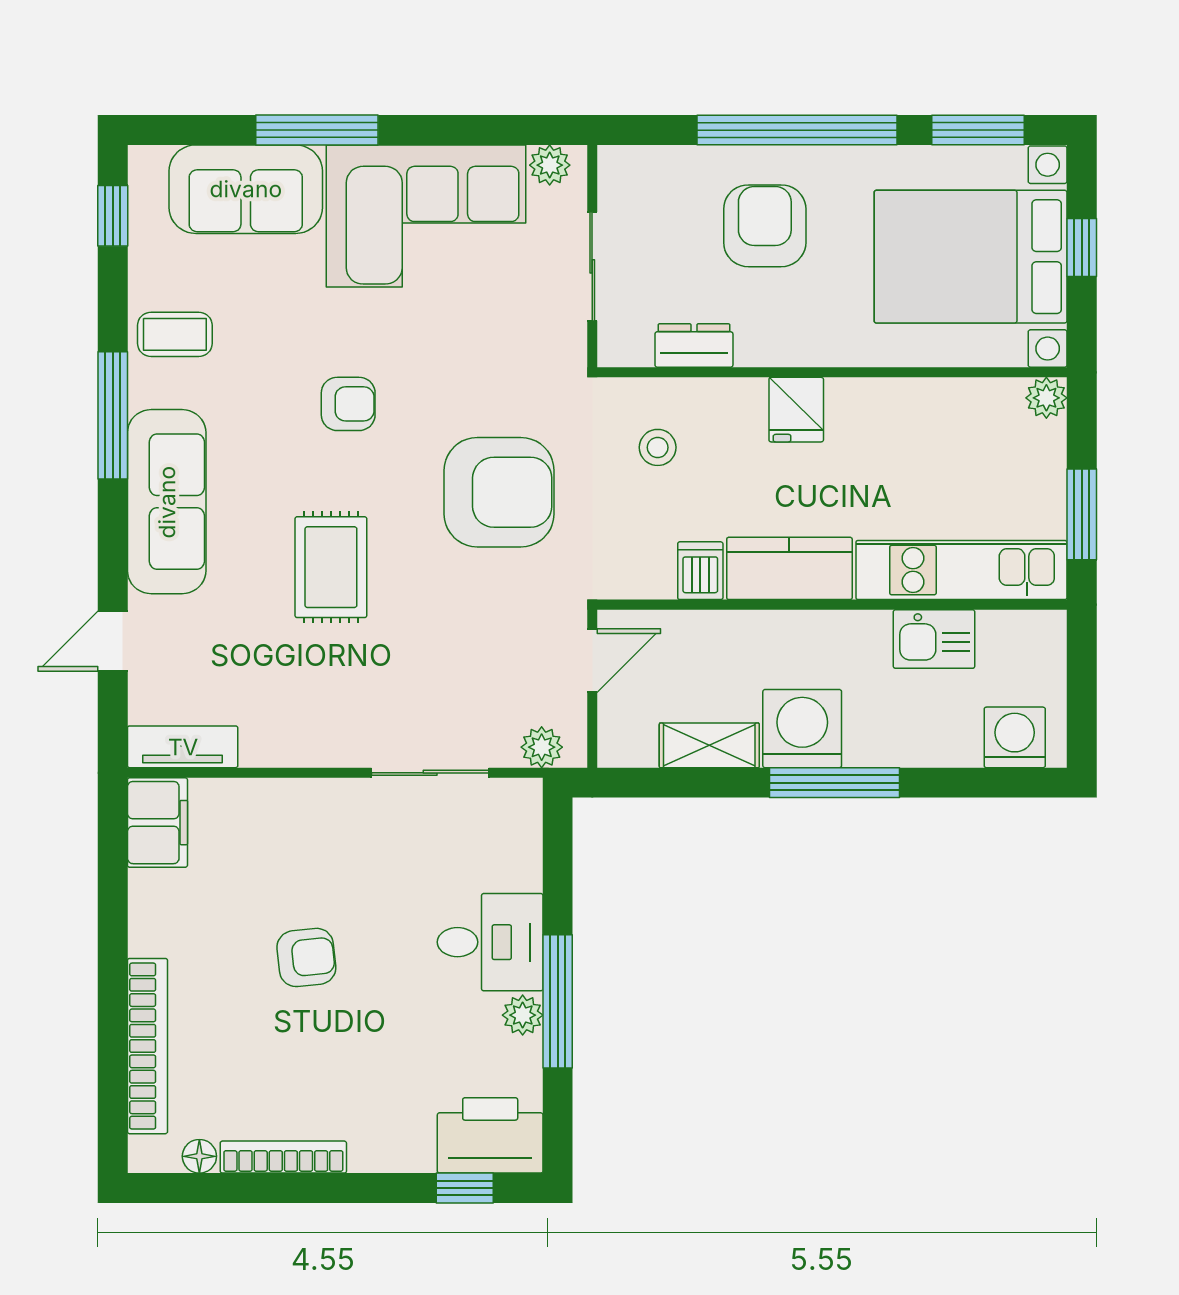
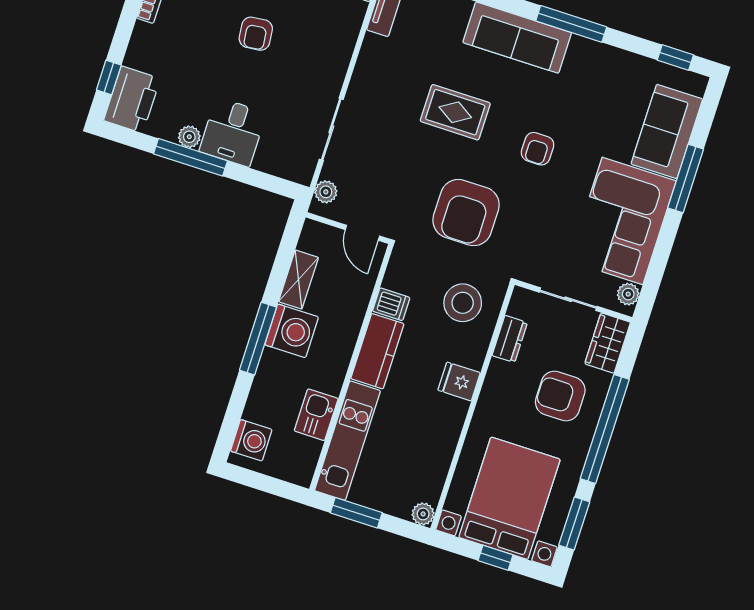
wardrobe: (646, 173) -> (608, 343), added
armchair: (765, 226) -> (560, 396), turned 180
coffee table: (175, 334) -> (603, 70), removed
stool: (658, 447) -> (463, 303), width x1.89, depth x1.89

